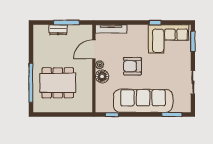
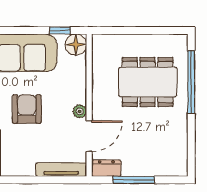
dresser: (58, 30) -> (106, 168), moved
armchair: (132, 66) -> (27, 109), turned -90
floor lamp: (102, 76) -> (76, 45), moved

